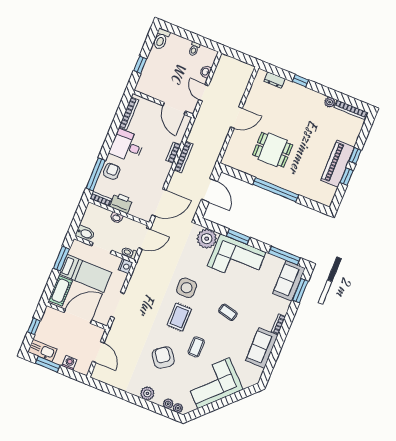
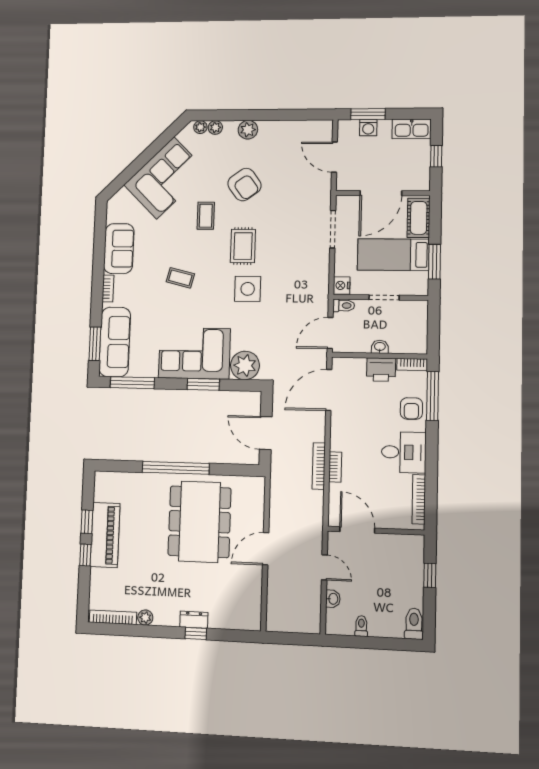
dresser: (275, 80) -> (194, 620), moved
dining table: (273, 150) -> (200, 522), width x1.88, depth x1.24
bidet: (85, 233) -> (415, 309), removed
sofa: (289, 281) -> (115, 342), width x1.36
window: (48, 364) -> (368, 114), moved

